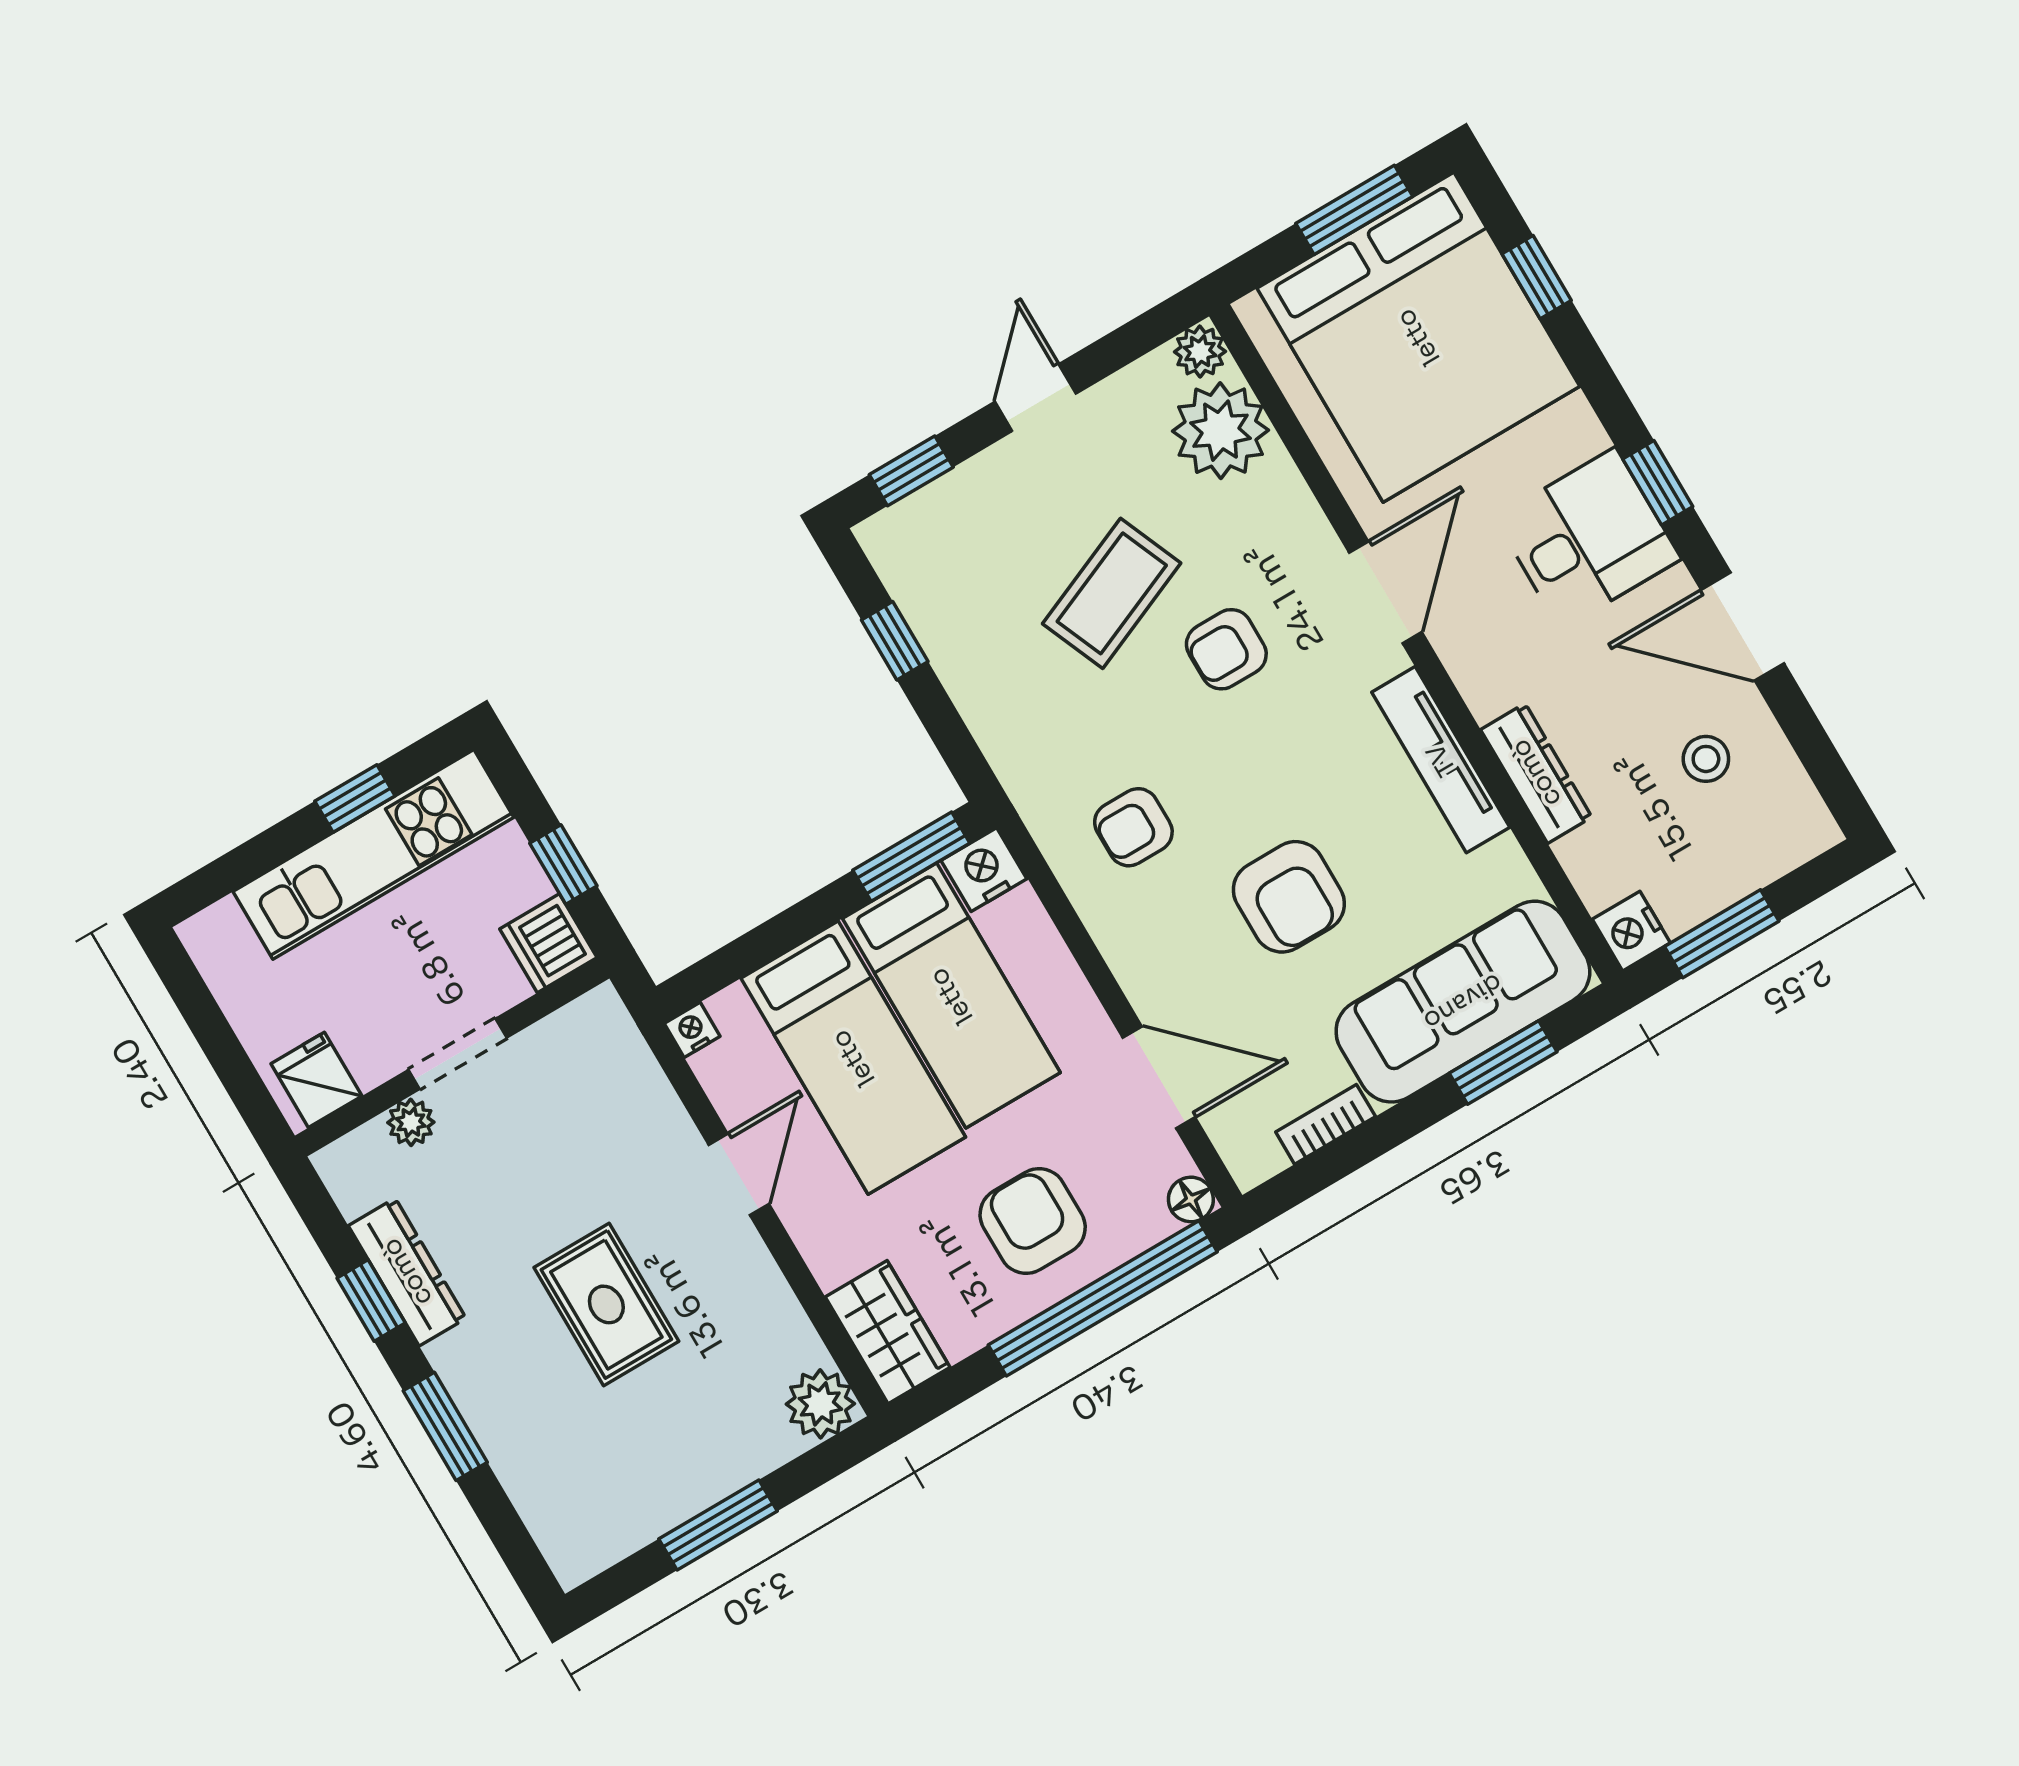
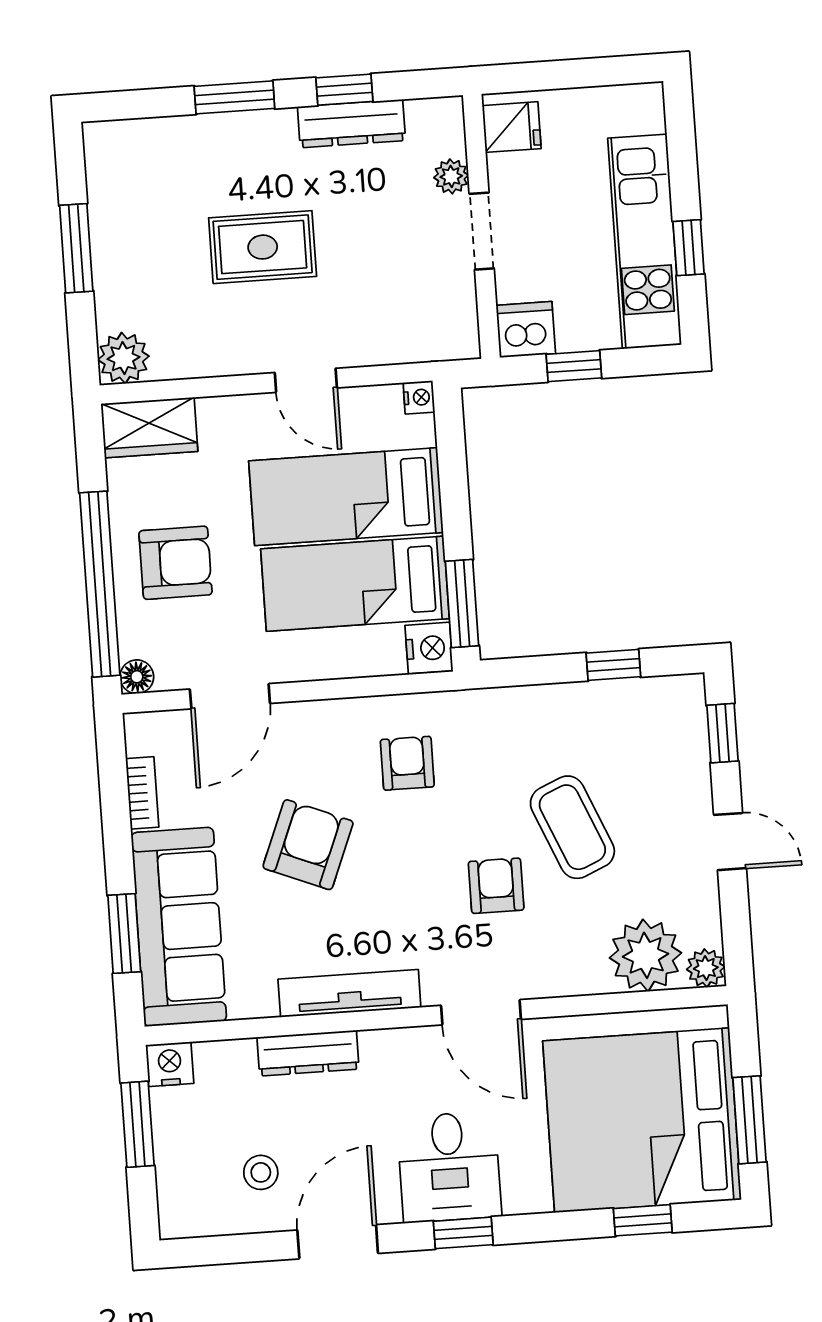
armchair: (1289, 897) -> (308, 845), turned 112

